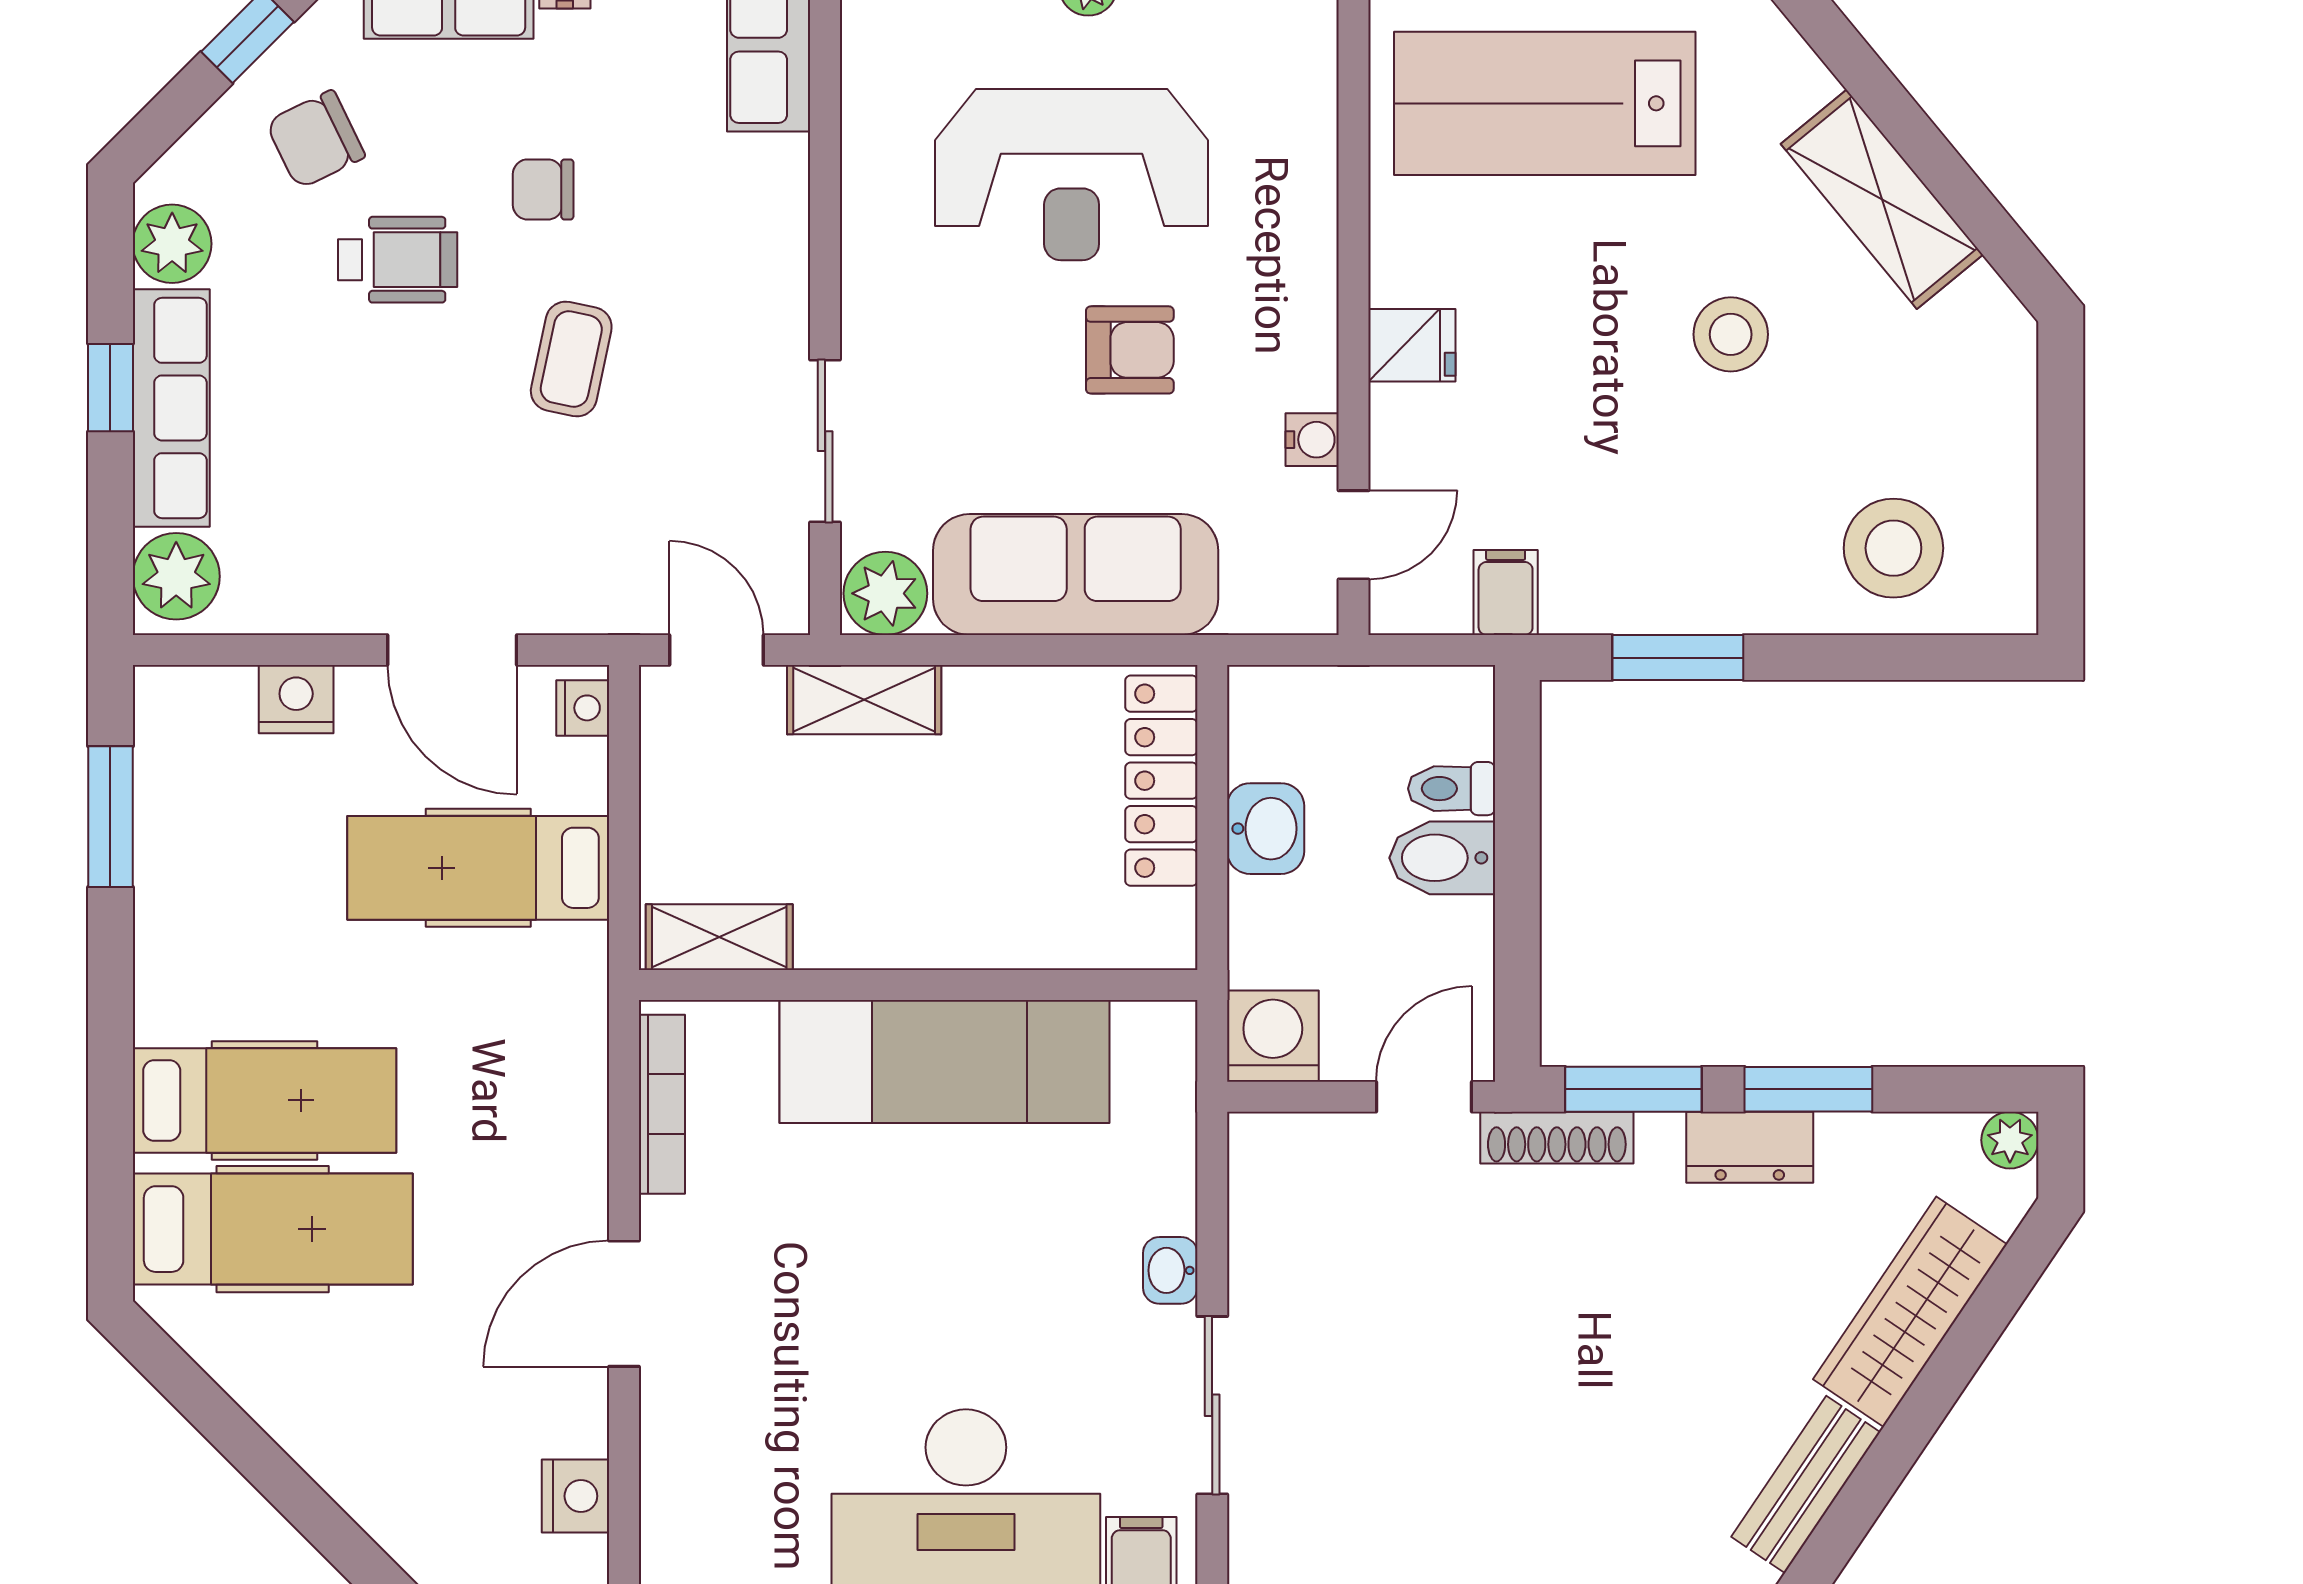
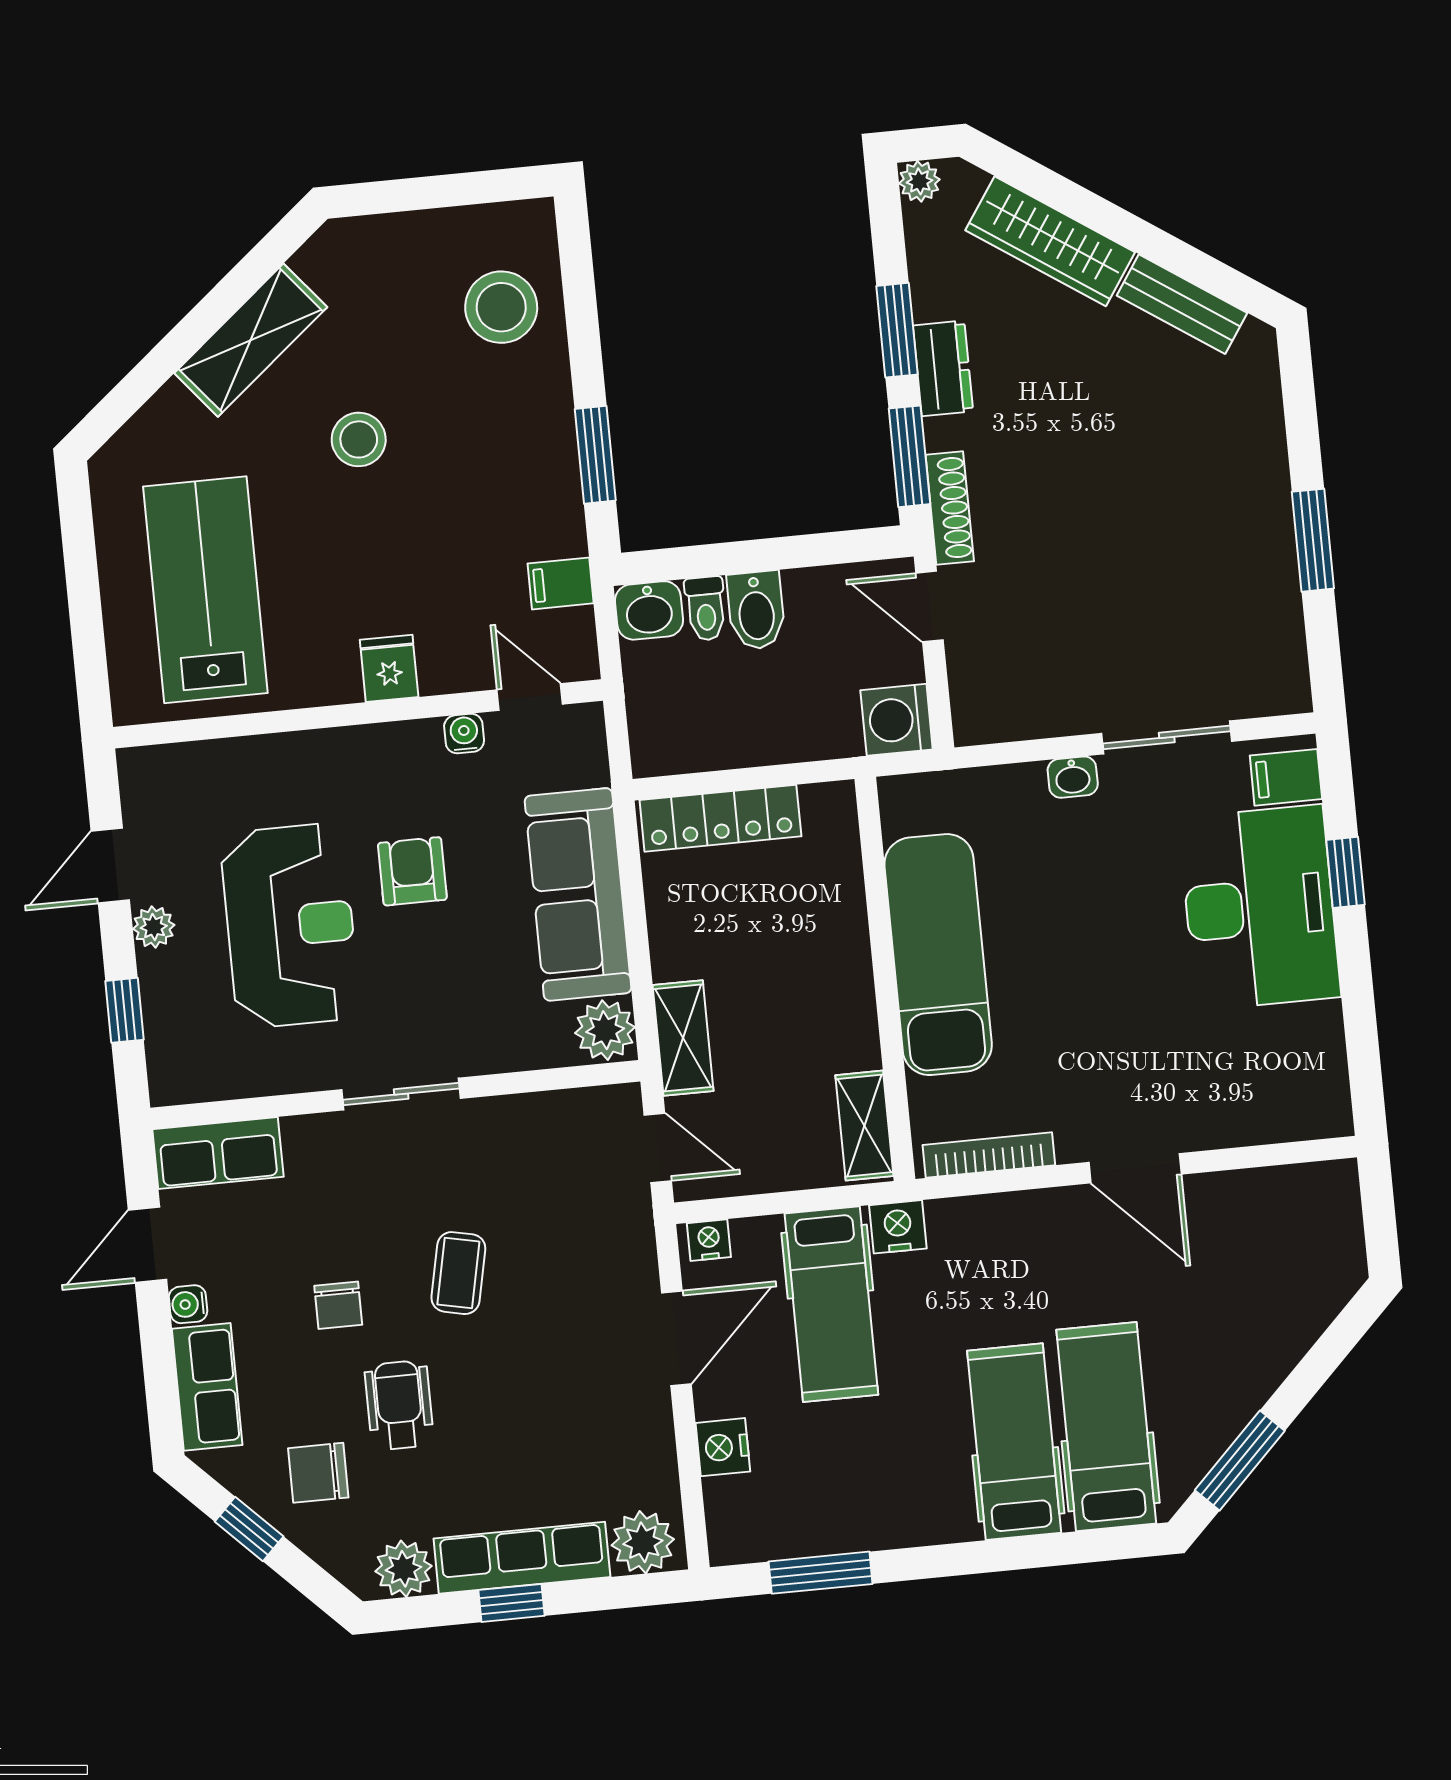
lab bench: (1545, 103) -> (205, 590), turned 180
chair: (315, 139) -> (318, 1473), turned 116
coffee table: (571, 359) -> (458, 1273), turned 90
sliding door: (825, 441) -> (401, 1094), moved
door: (716, 650) -> (658, 1148), swing flipped
washbasin: (1266, 829) -> (649, 610), moved, turned 180
window: (208, 1408) -> (1240, 1460), added
nightstand: (575, 1496) -> (898, 1227), moved

